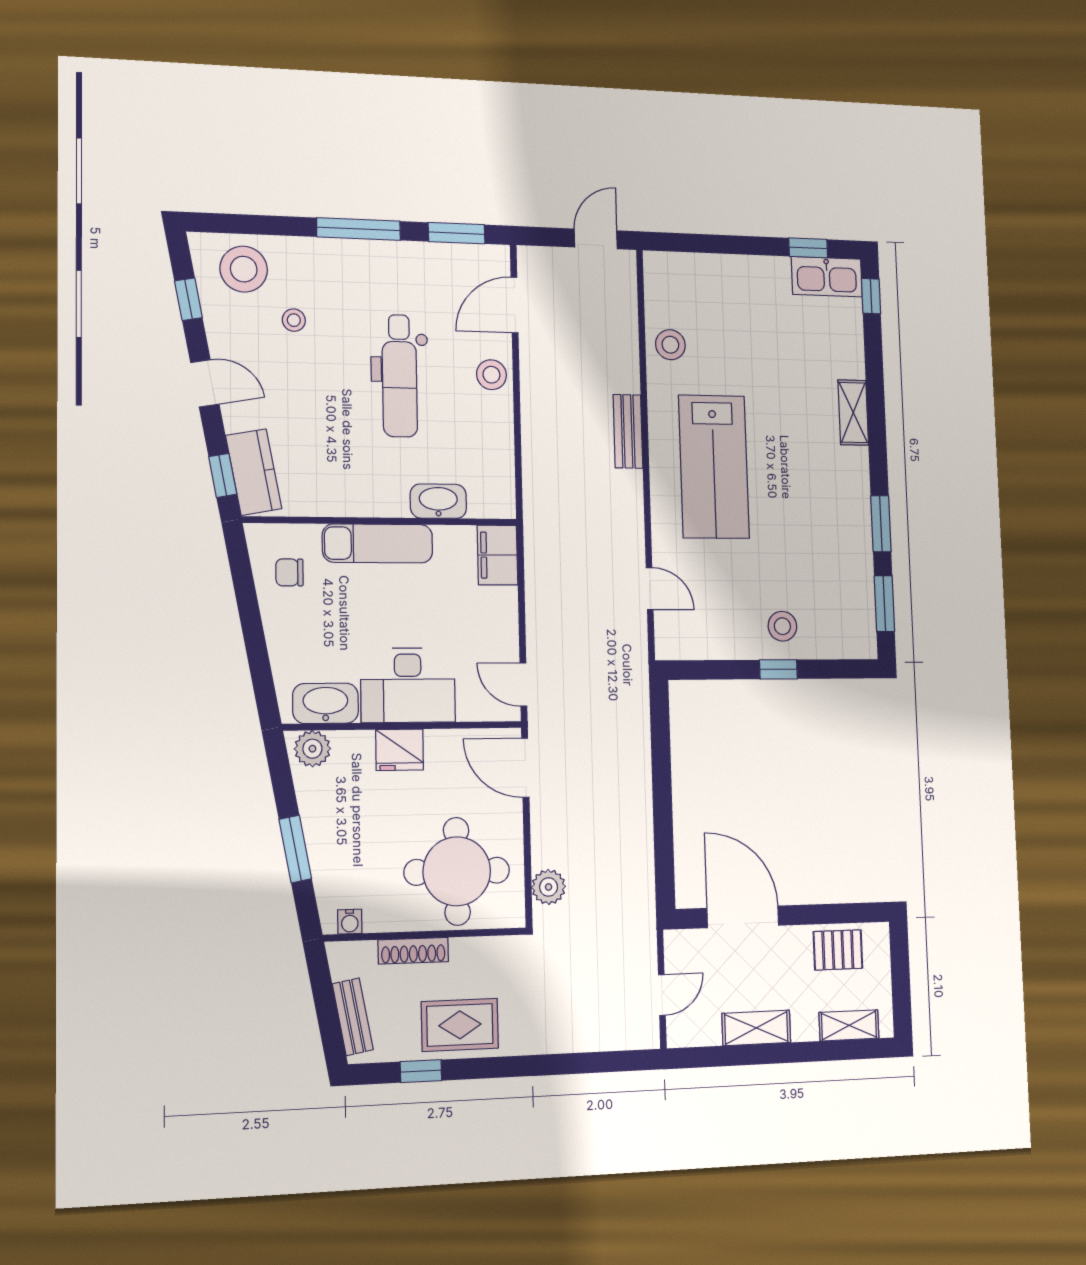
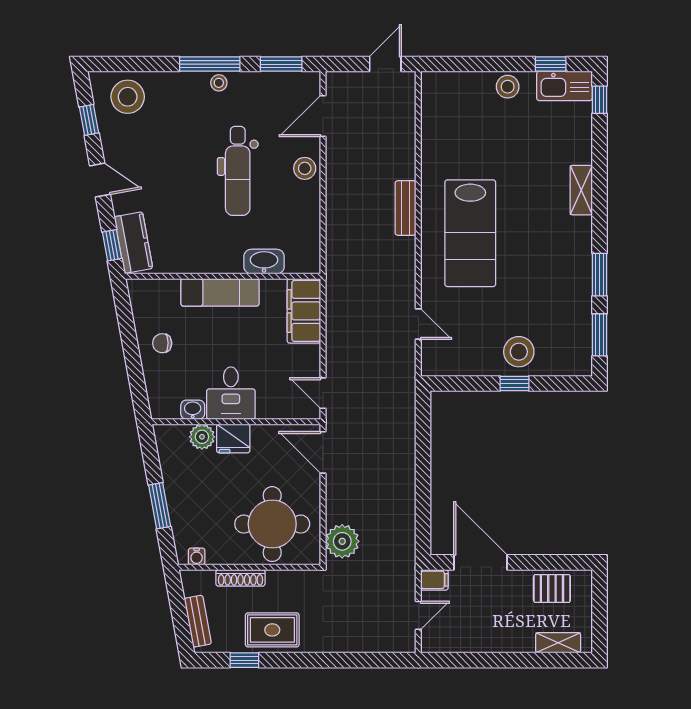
stool: (294, 320) -> (219, 83), moved
stool: (670, 345) -> (508, 87), moved
filing cabinet: (498, 555) -> (304, 311), width x1.50, depth x1.17
chair: (289, 572) -> (162, 343), moved
stool: (782, 626) -> (519, 352), width x1.38, depth x1.38
desk: (408, 685) -> (231, 393), width x0.73
washbasin: (326, 703) -> (193, 410), width x0.52, depth x0.69
plant: (312, 749) -> (202, 437), moved
plant: (549, 887) -> (342, 541), width x1.36, depth x1.36
filing cabinet: (682, 944) -> (434, 580), added
shelving: (756, 1028) -> (488, 642), removed

